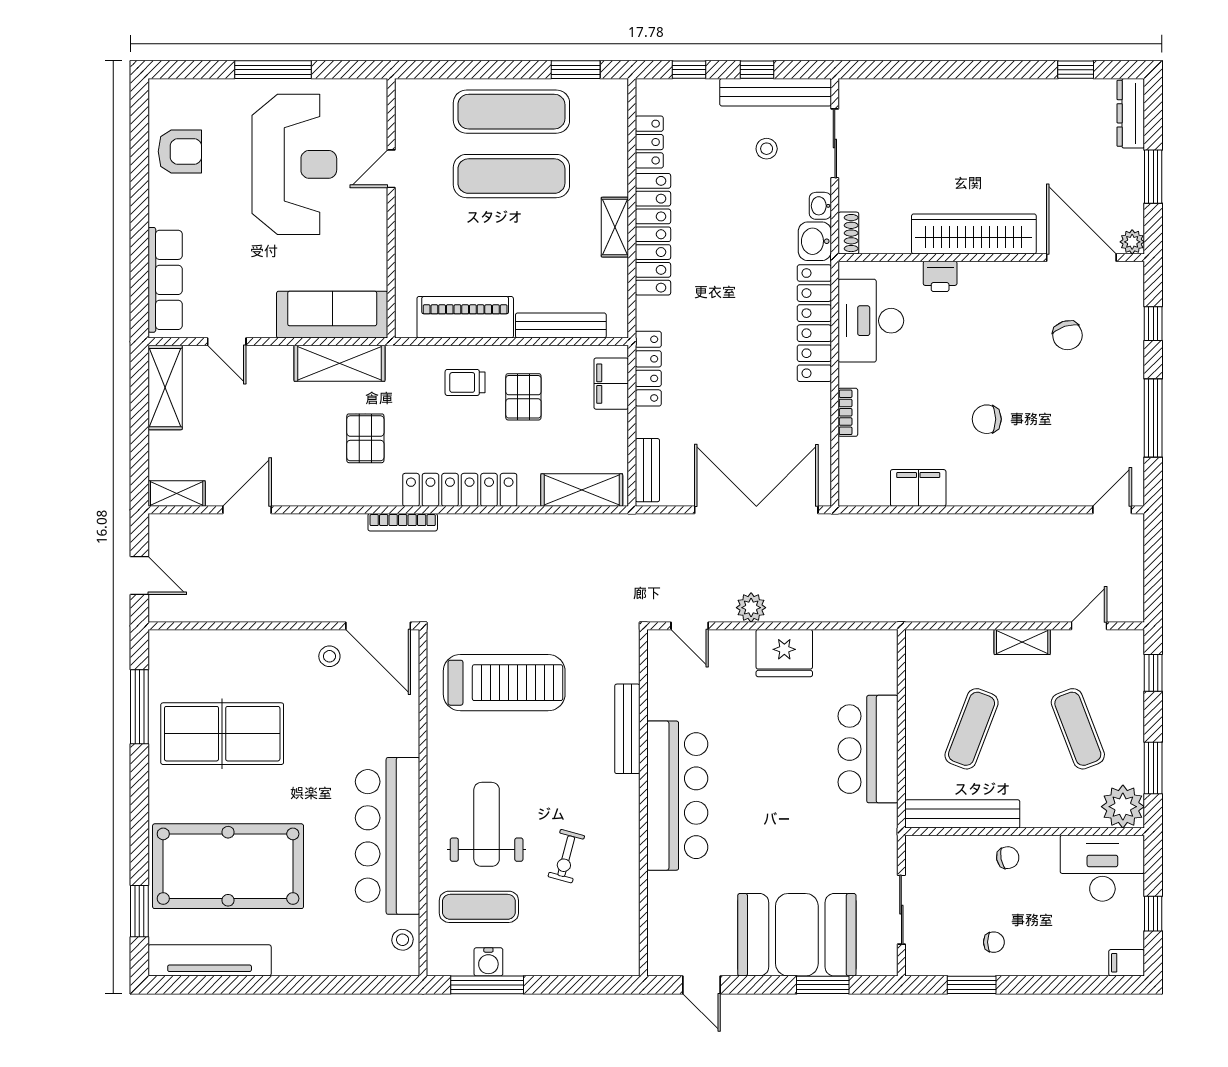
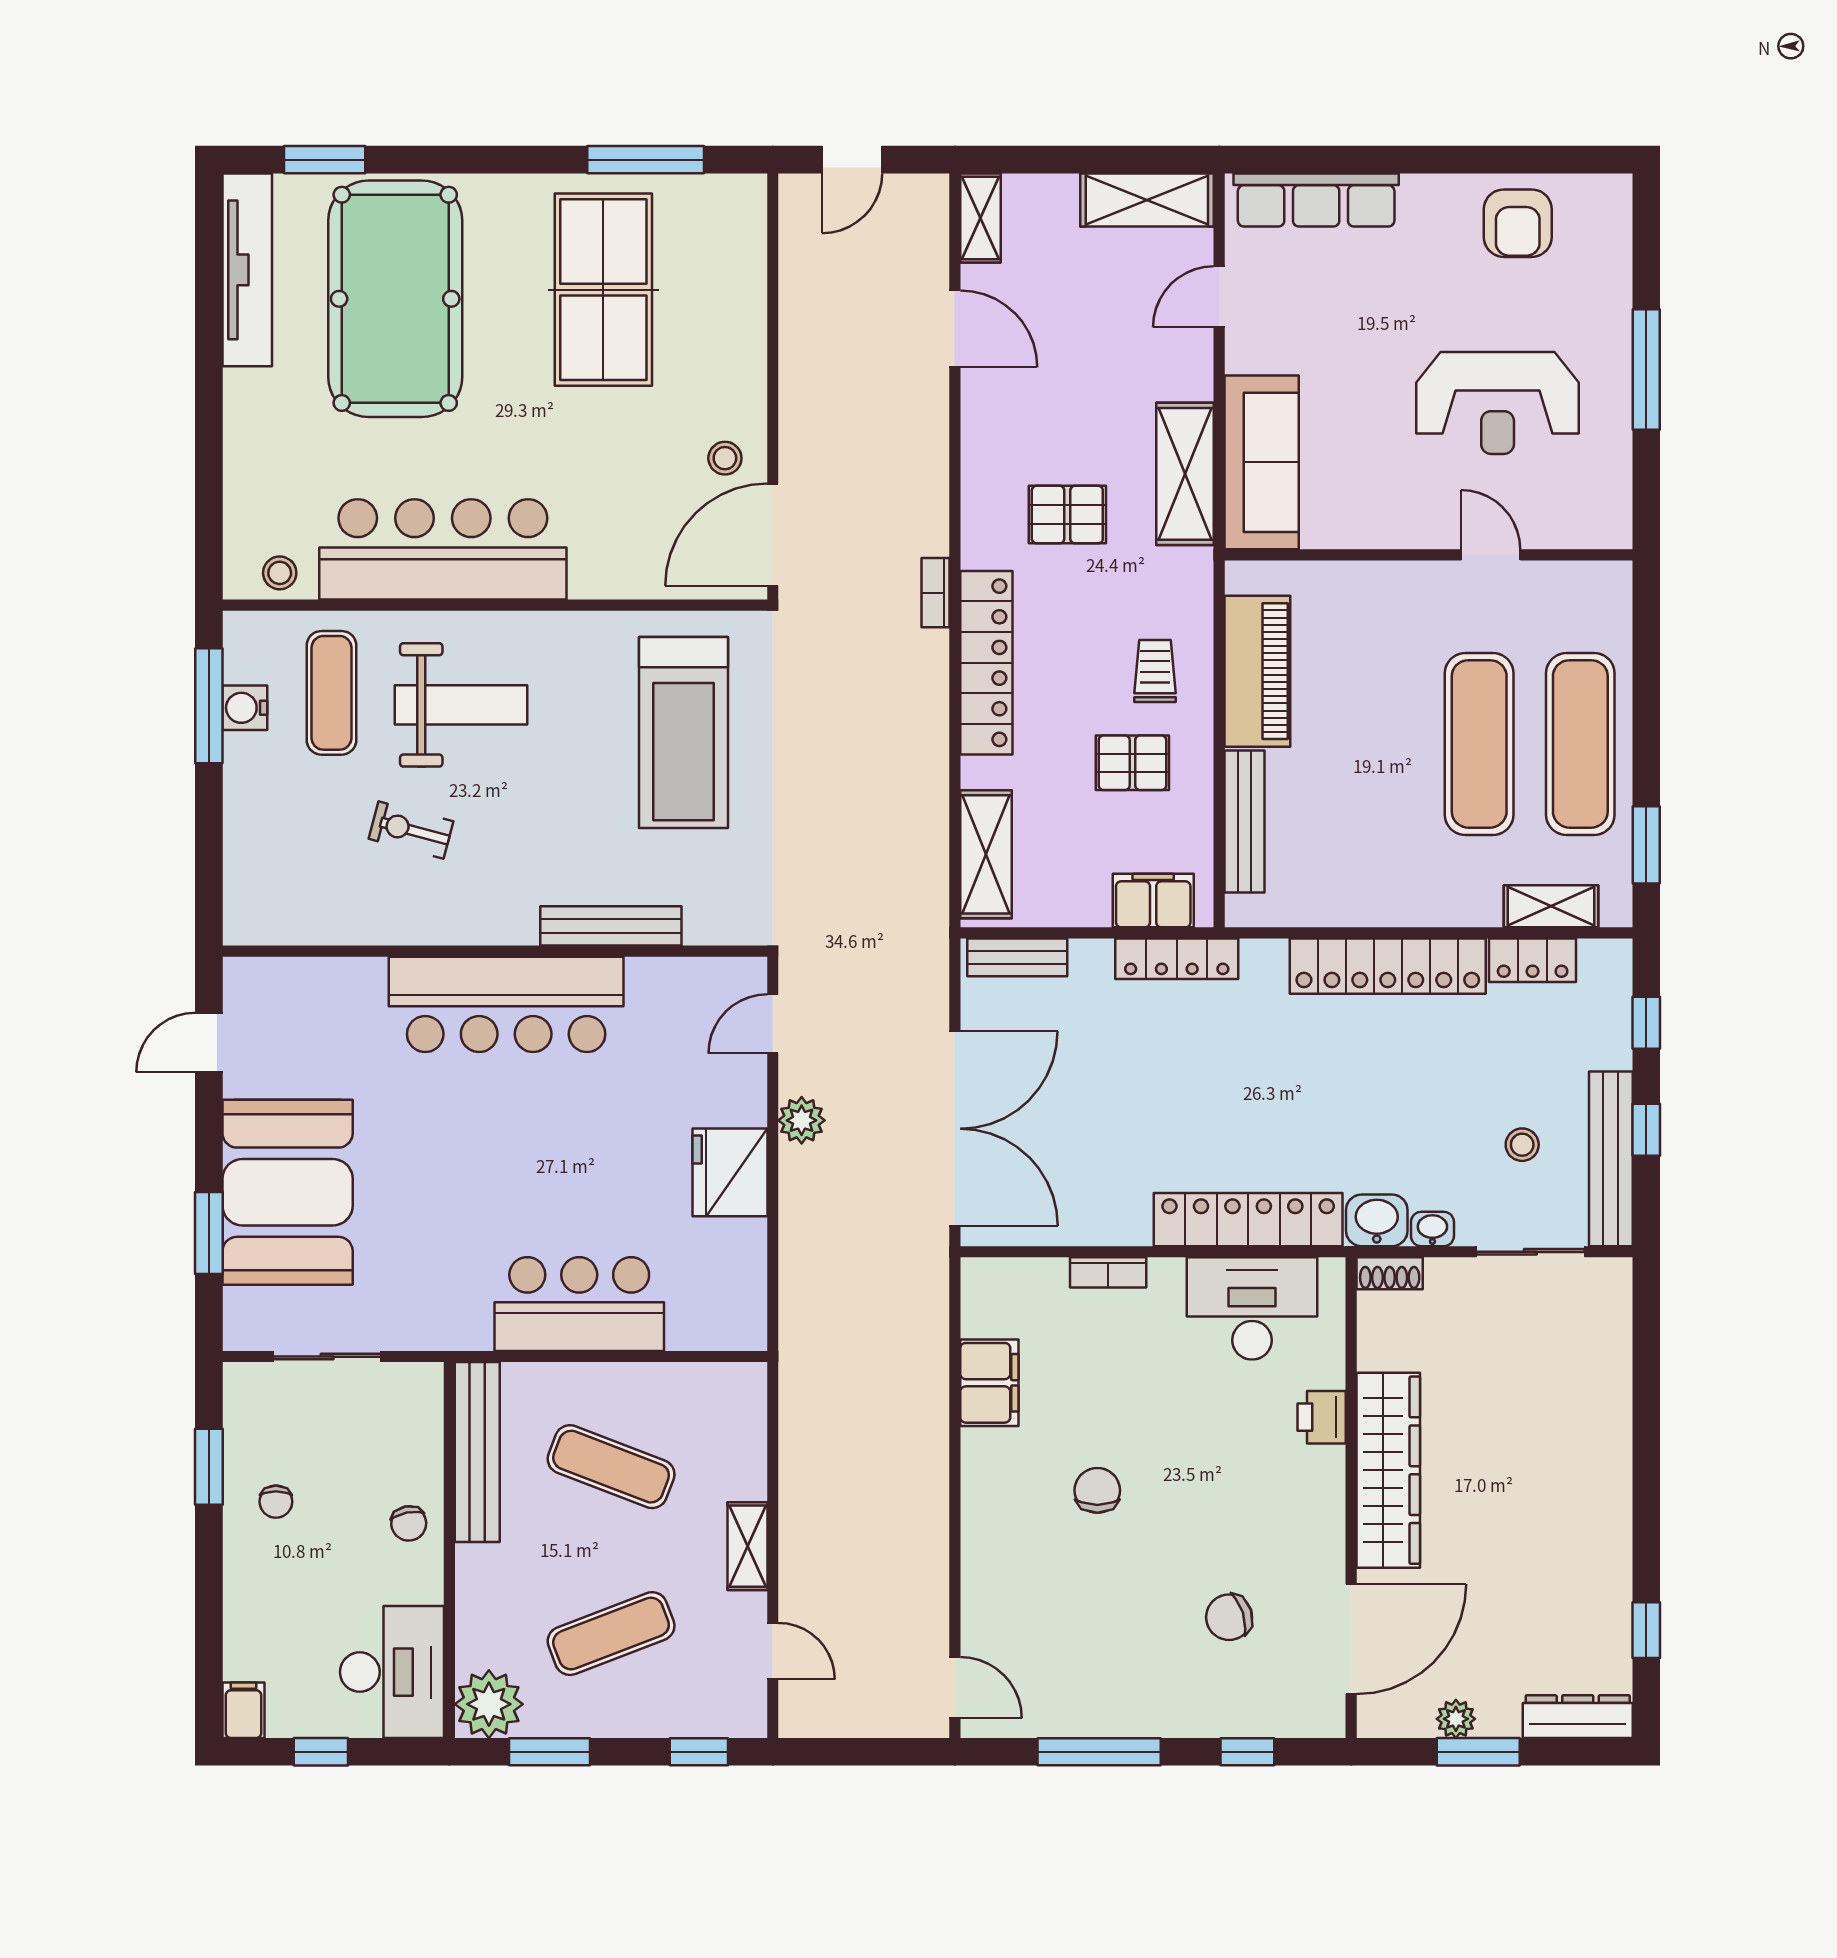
reception desk: (294, 164) -> (1498, 403), width x0.74, depth x0.77
shelving: (615, 227) -> (1551, 906), moved
plant: (1132, 242) -> (1456, 1719), moved
bookcase: (403, 522) -> (936, 593), width x0.64

